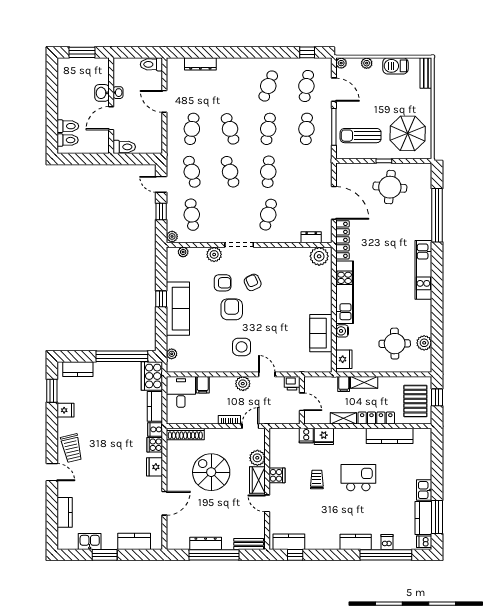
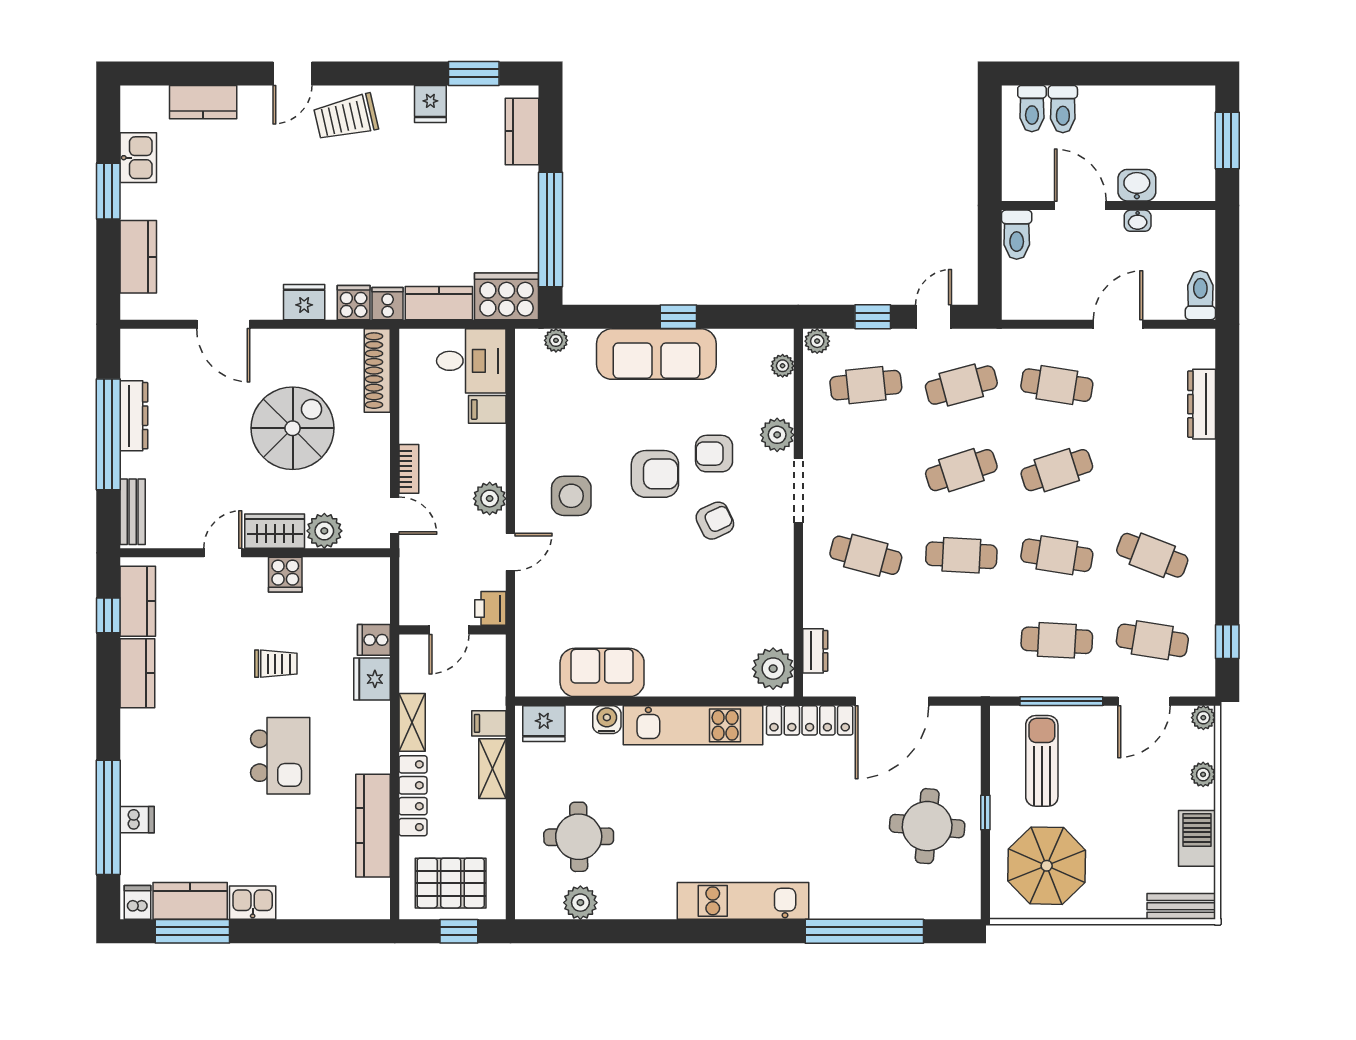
armchair: (223, 283) -> (714, 454), turned 90
kitchen counter: (356, 542) -> (137, 673), moved

